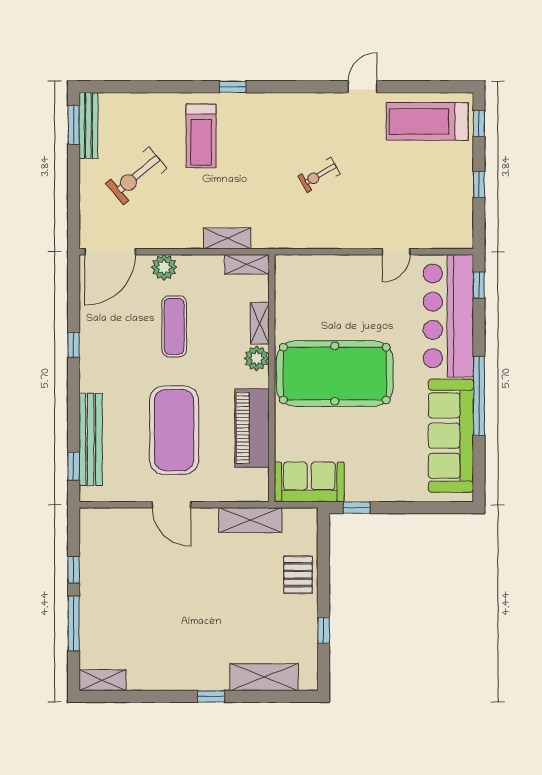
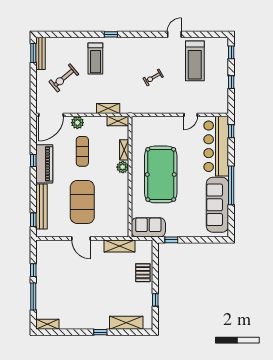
treadmill: (427, 121) -> (195, 61), moved, turned -90
pool table: (335, 374) -> (161, 174), turned 90
piano: (252, 428) -> (44, 164), moved, turned 180

